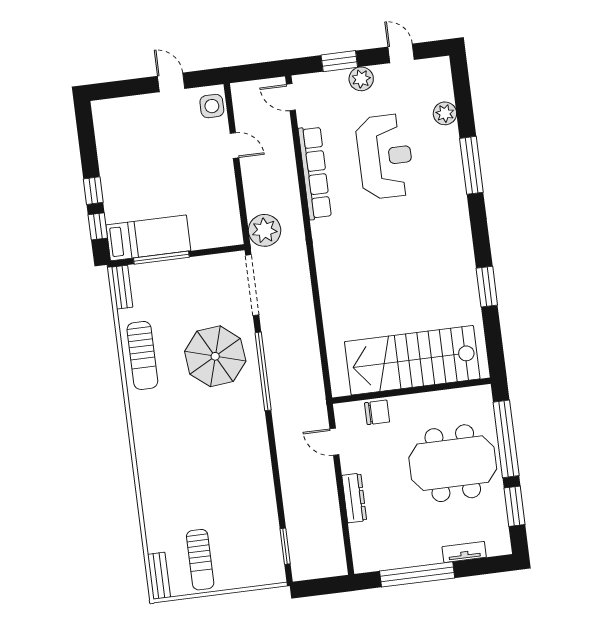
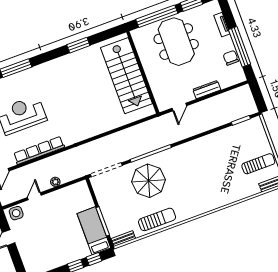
plant: (265, 230) -> (55, 182), moved, width x0.53, depth x0.53
chair: (377, 412) -> (231, 58), moved

